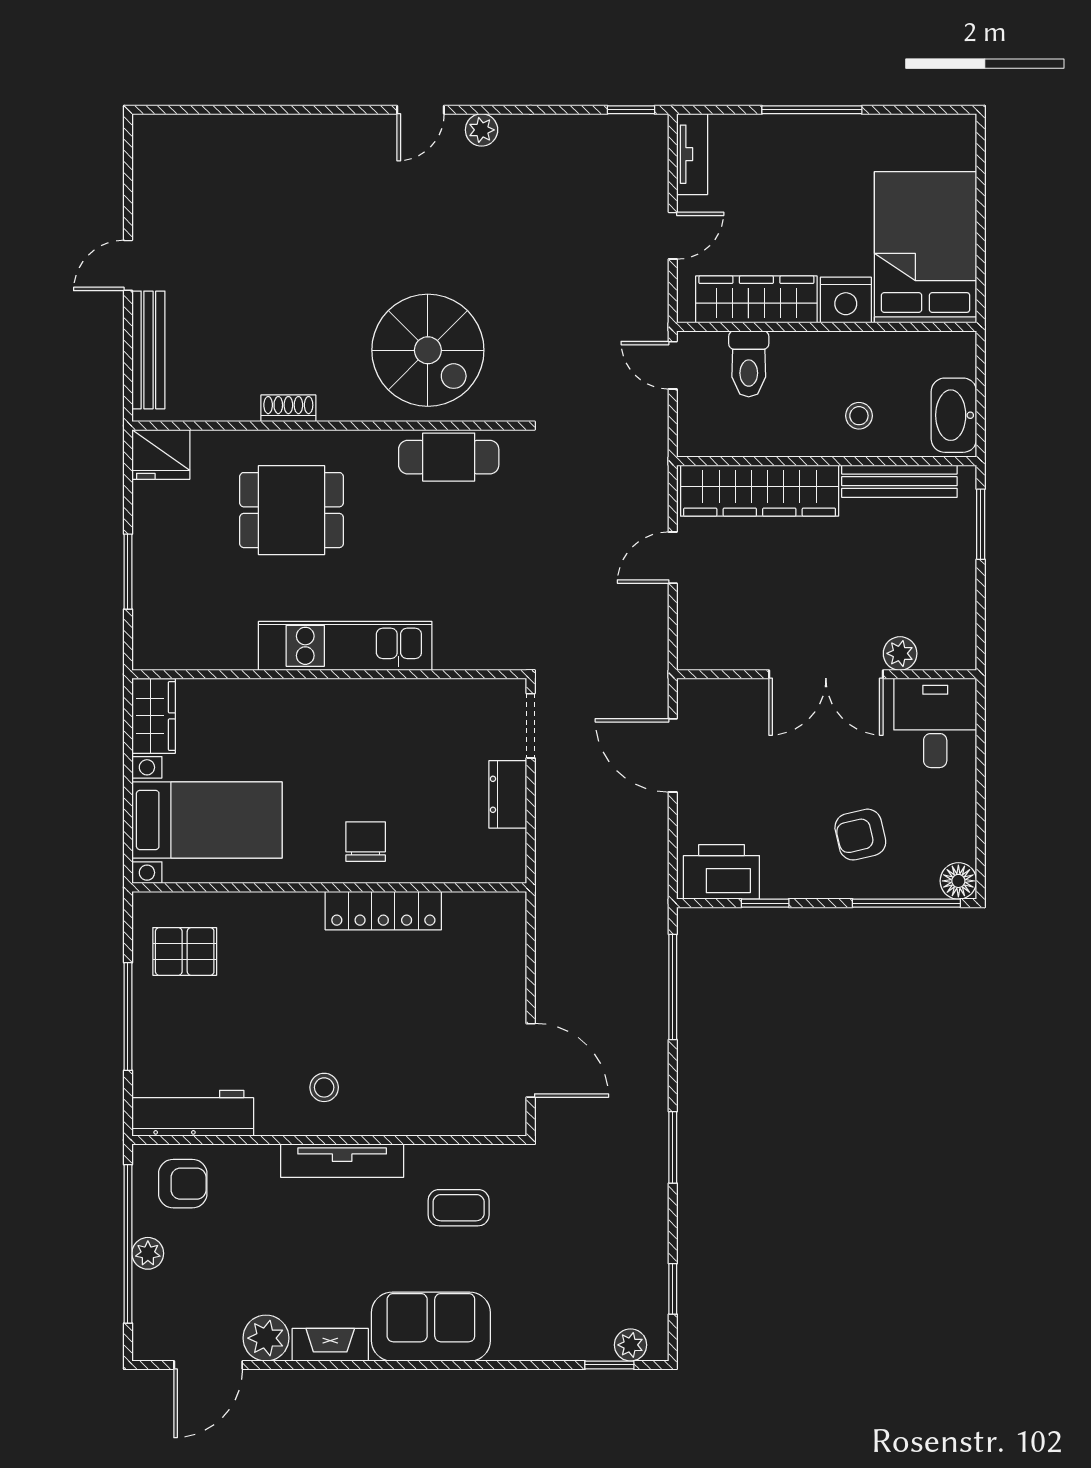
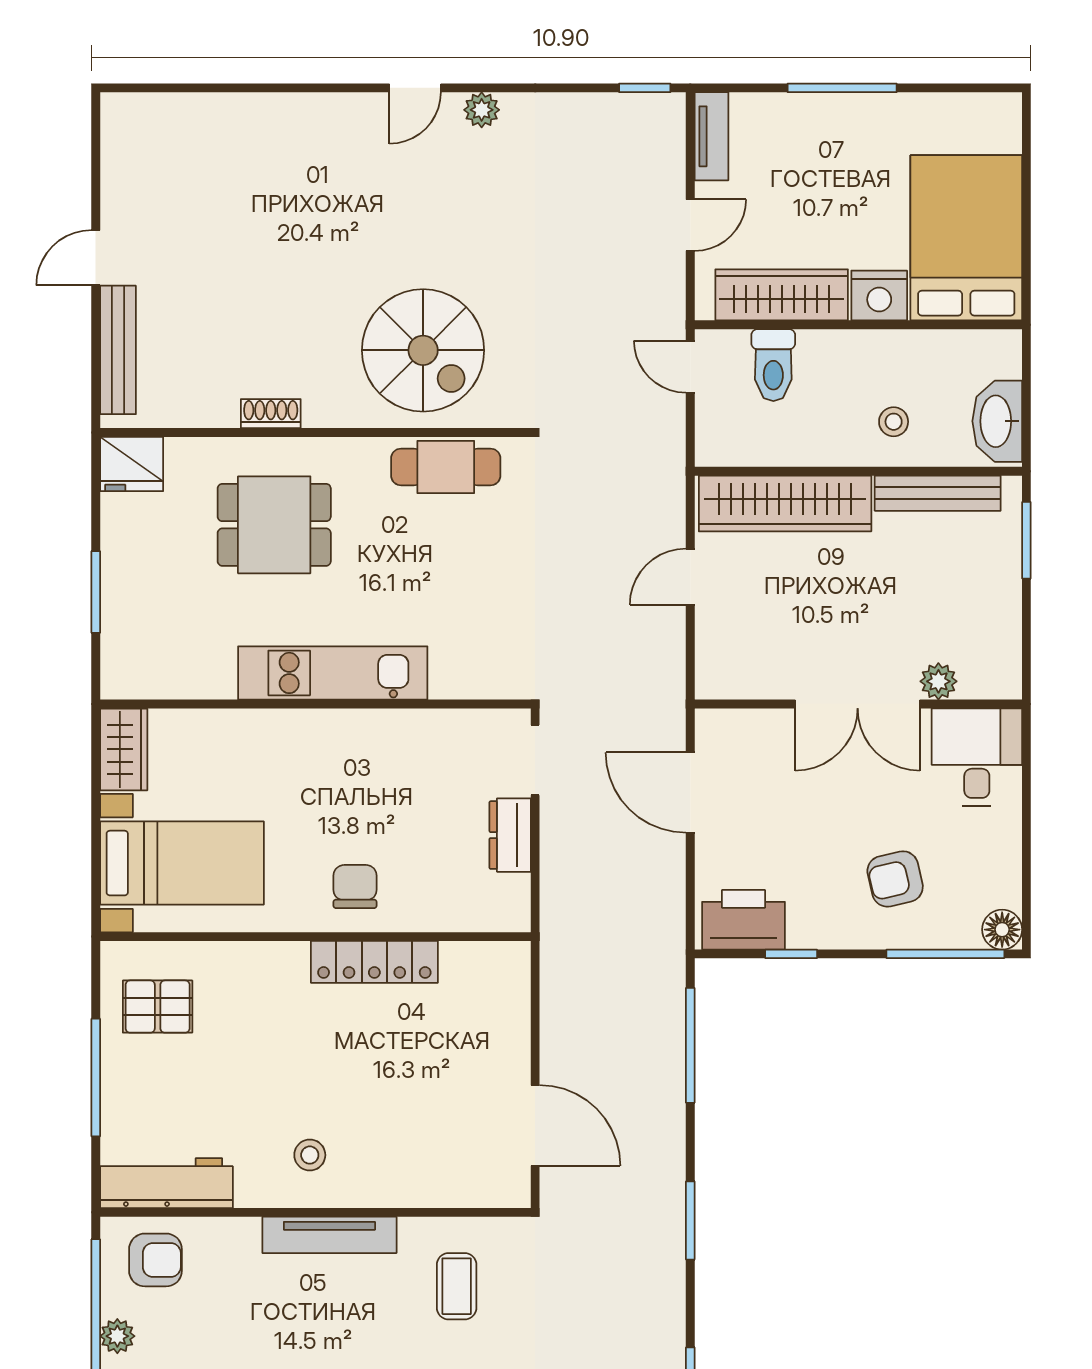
coffee table: (459, 1208) -> (457, 1286), turned 90

